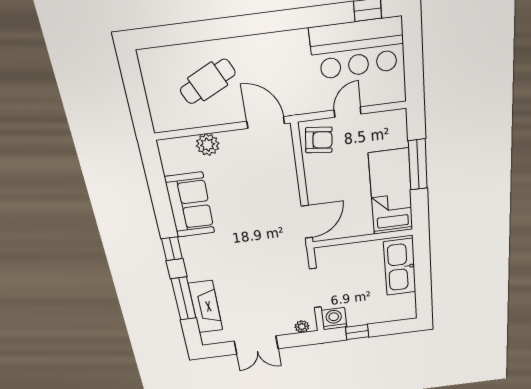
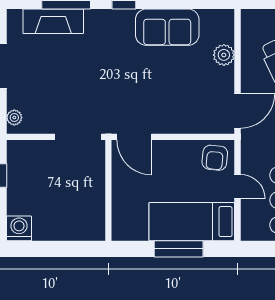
bed: (391, 192) -> (192, 222), moved, turned 180
kitchen sink: (400, 267) -> (71, 226), removed
doorway: (315, 288) -> (78, 137), moved
washing machine: (334, 319) -> (19, 228), moved, turned -90

